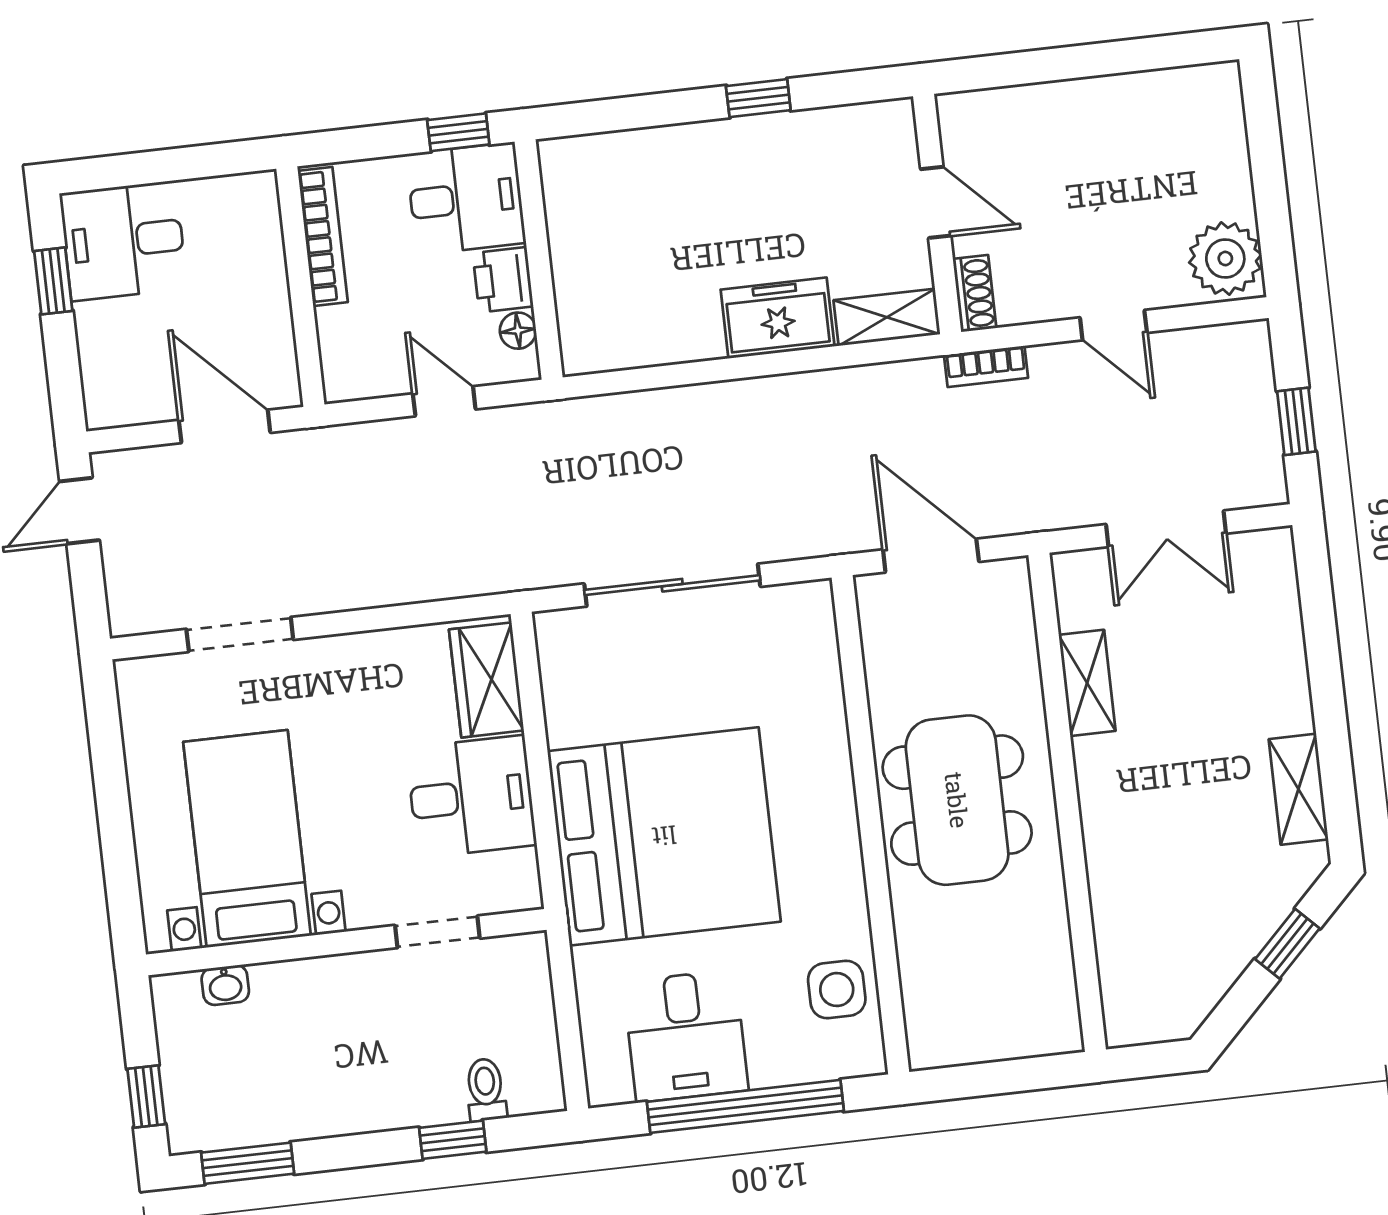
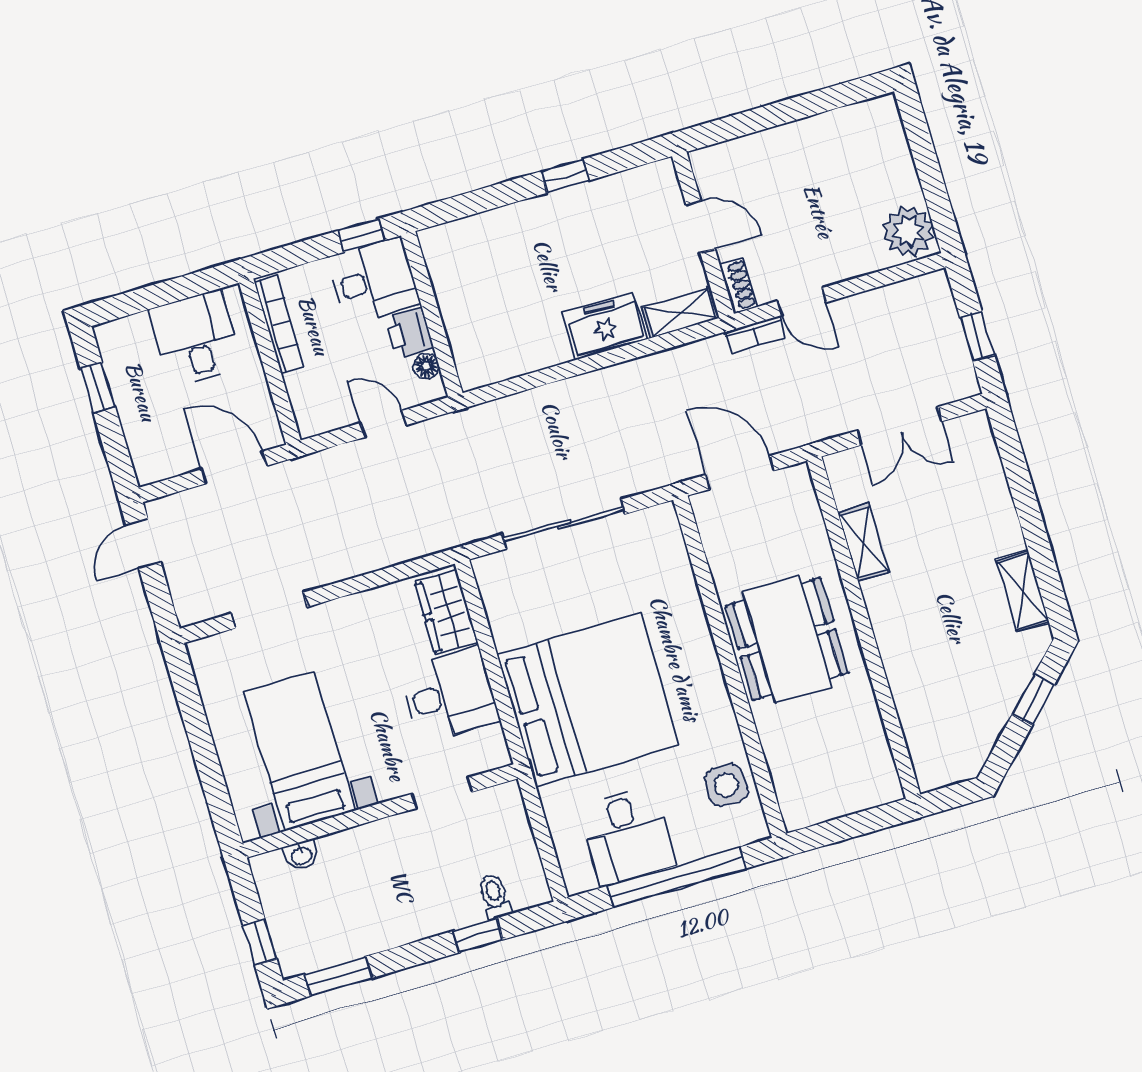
desk: (123, 241) -> (196, 338), moved, turned 90
door: (1113, 325) -> (802, 302), moved

